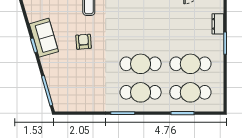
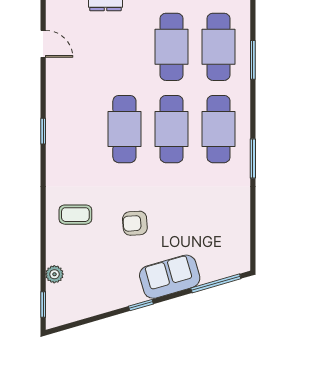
cafe table: (141, 35) -> (124, 129), added
sofa: (44, 38) -> (170, 277), moved

